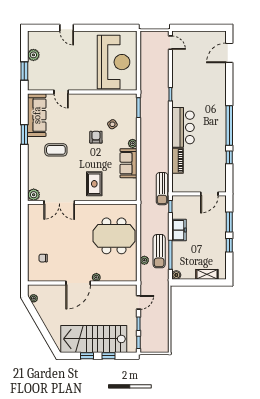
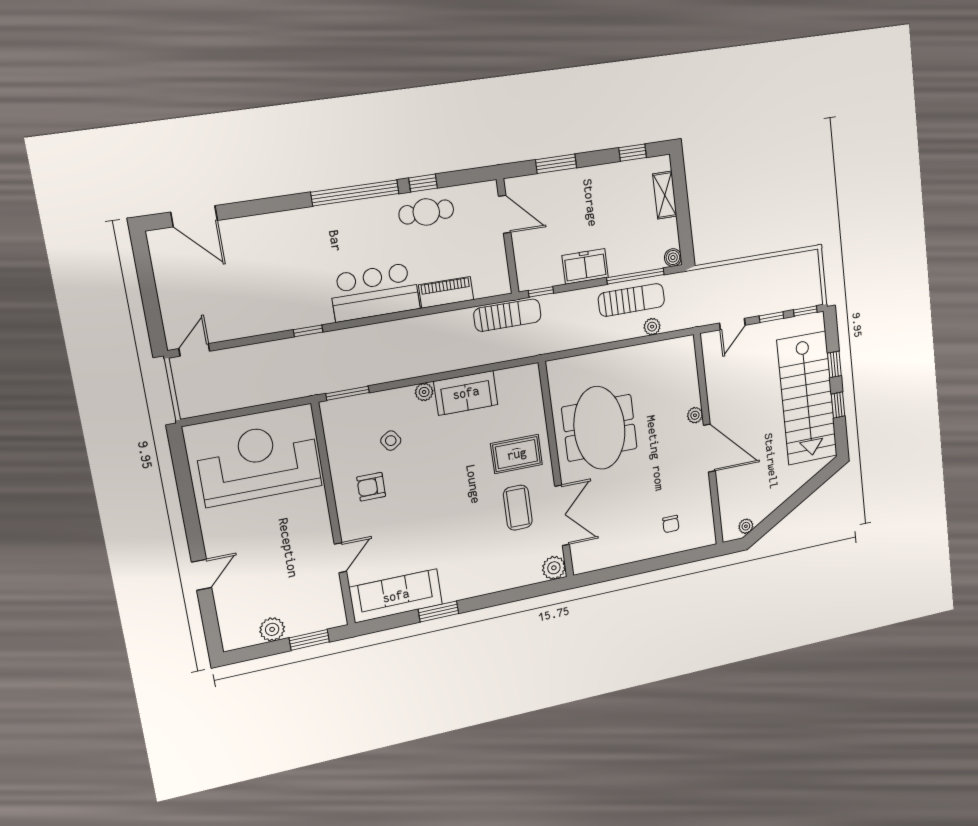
armchair: (96, 137) -> (371, 487), moved
coffee table: (56, 150) -> (518, 508), moved
cafe table: (216, 157) -> (426, 212), added
meeting table: (114, 236) -> (599, 428), moved
window: (229, 245) -> (633, 153), moved
door: (139, 302) -> (732, 324), swing flipped

